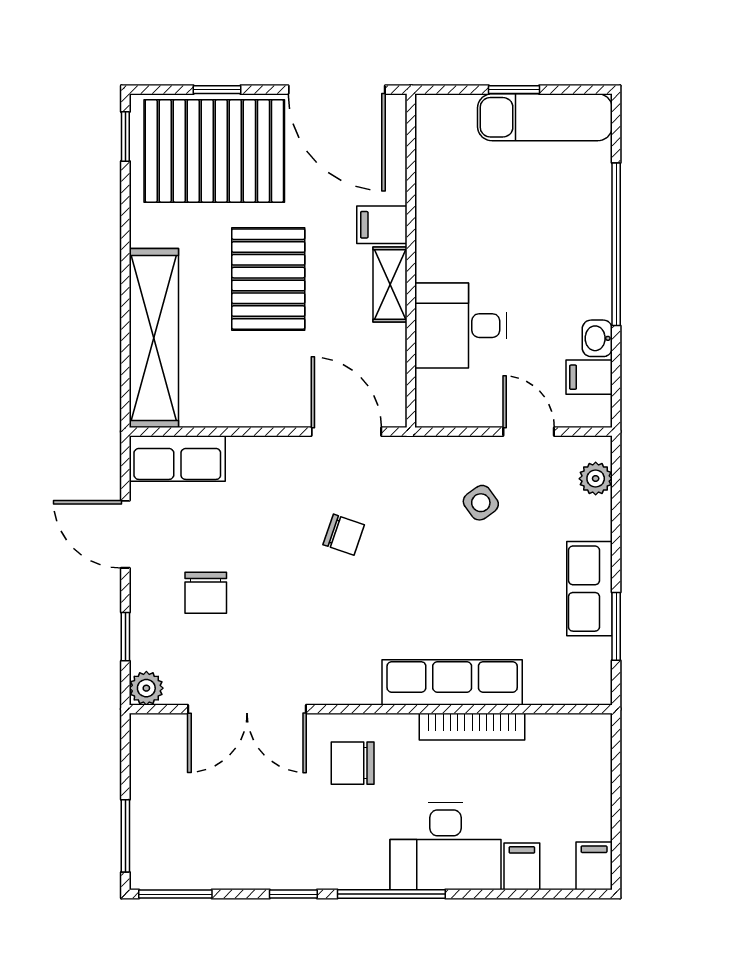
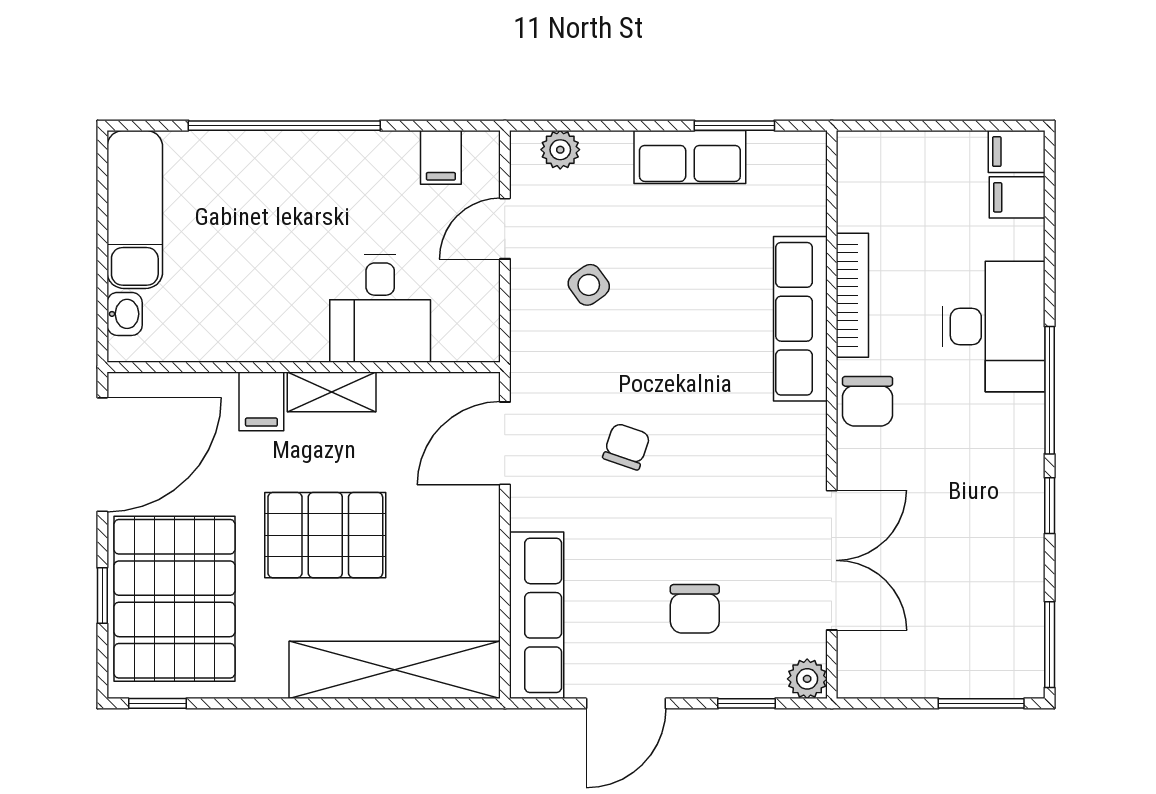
window: (514, 90) -> (102, 246), removed
washbasin: (597, 338) -> (125, 314), moved, turned -90
row of seats: (177, 458) -> (537, 615), width x1.48
chair: (206, 593) -> (695, 609), turned 90
chair: (353, 763) -> (867, 401), moved
filing cabinet: (522, 866) -> (1017, 197), moved

